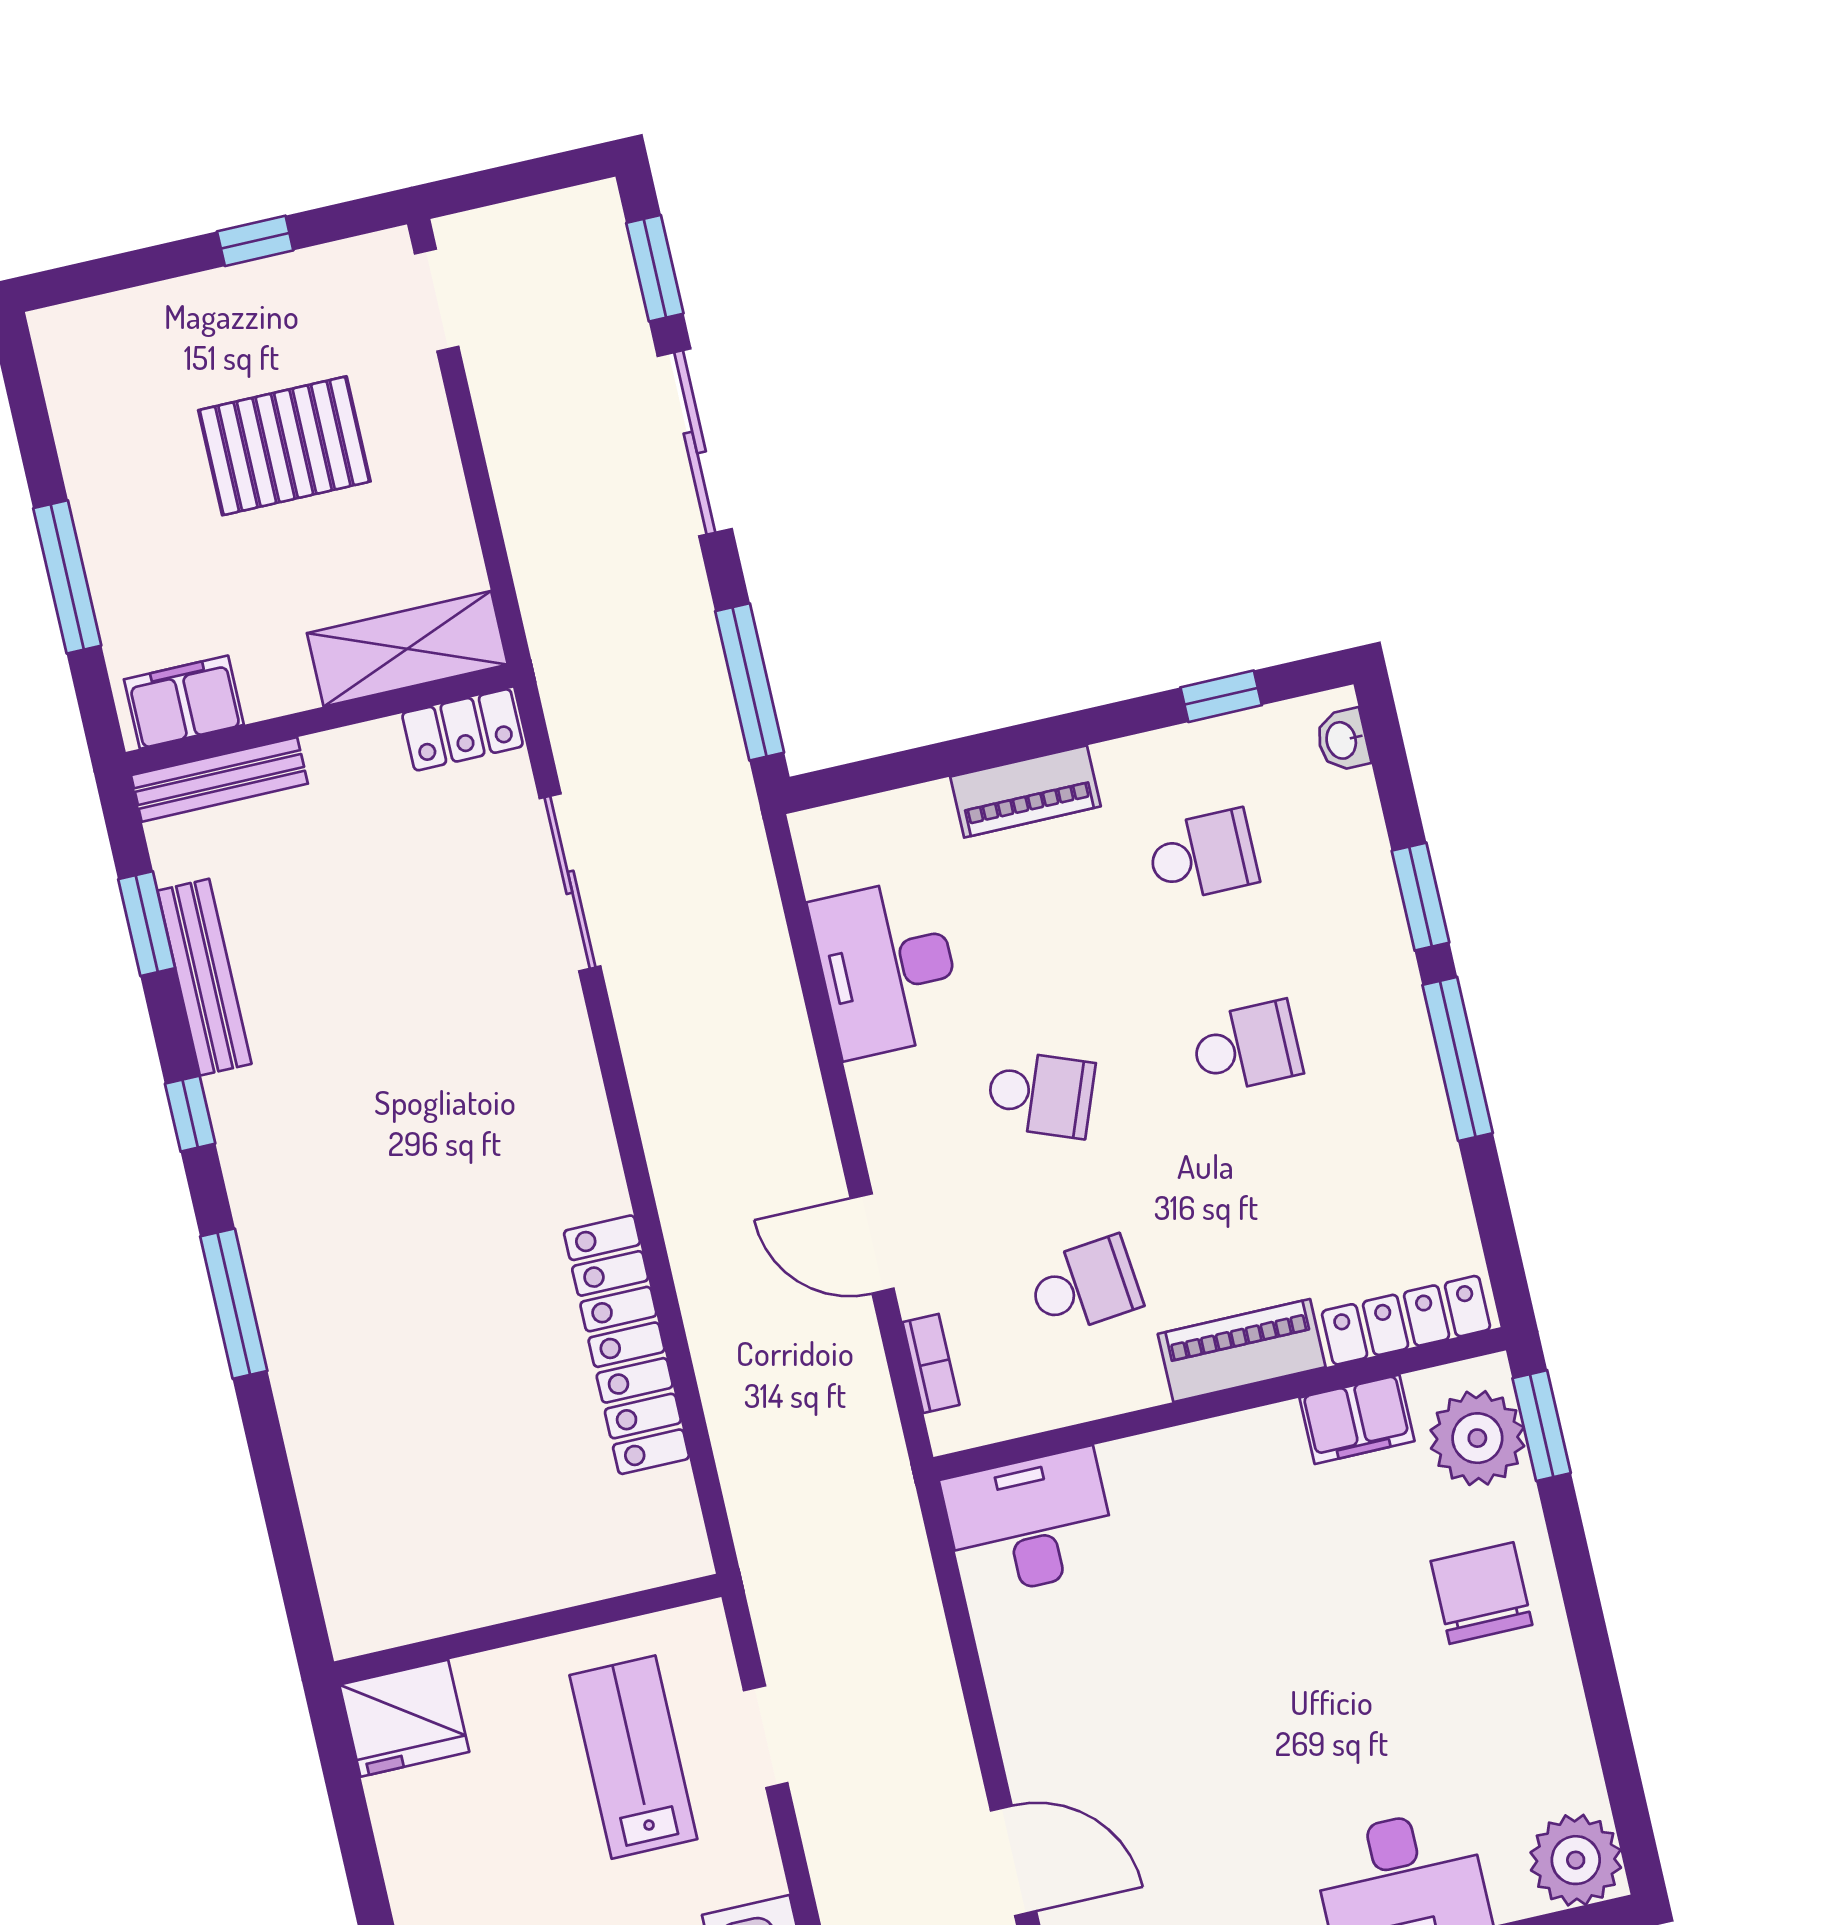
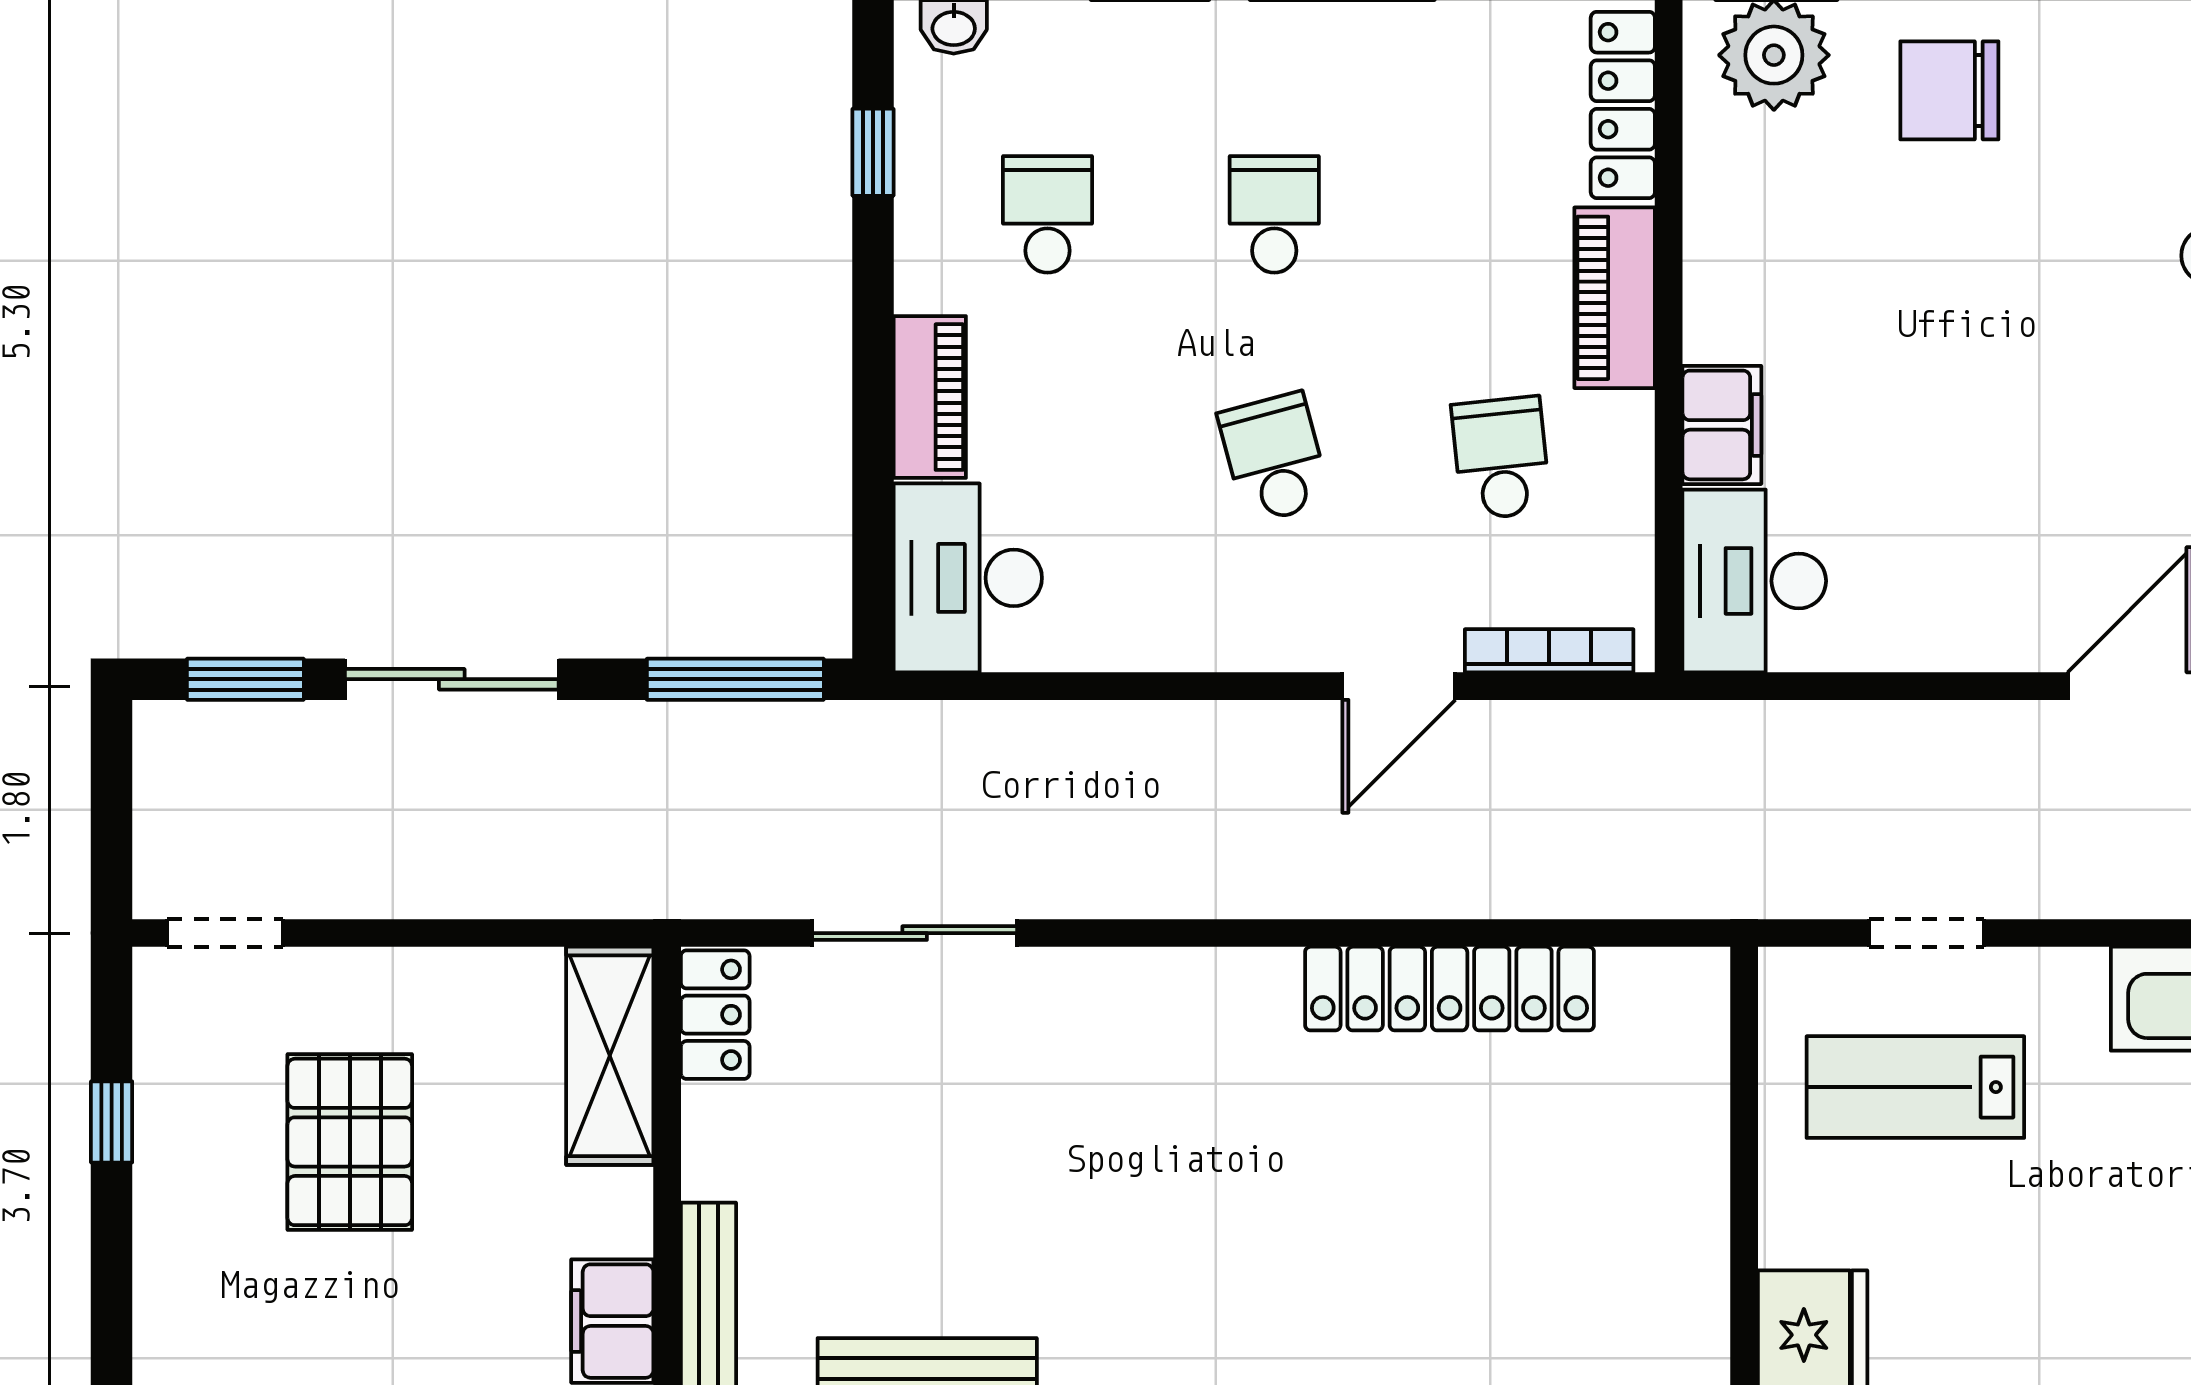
desk: (887, 968) -> (968, 578), moved, turned 90
school desk: (1041, 1094) -> (1274, 458), turned -36
bookcase: (931, 1363) -> (1549, 651), width x1.56
filing cabinet: (1357, 1419) -> (1722, 425), moved

